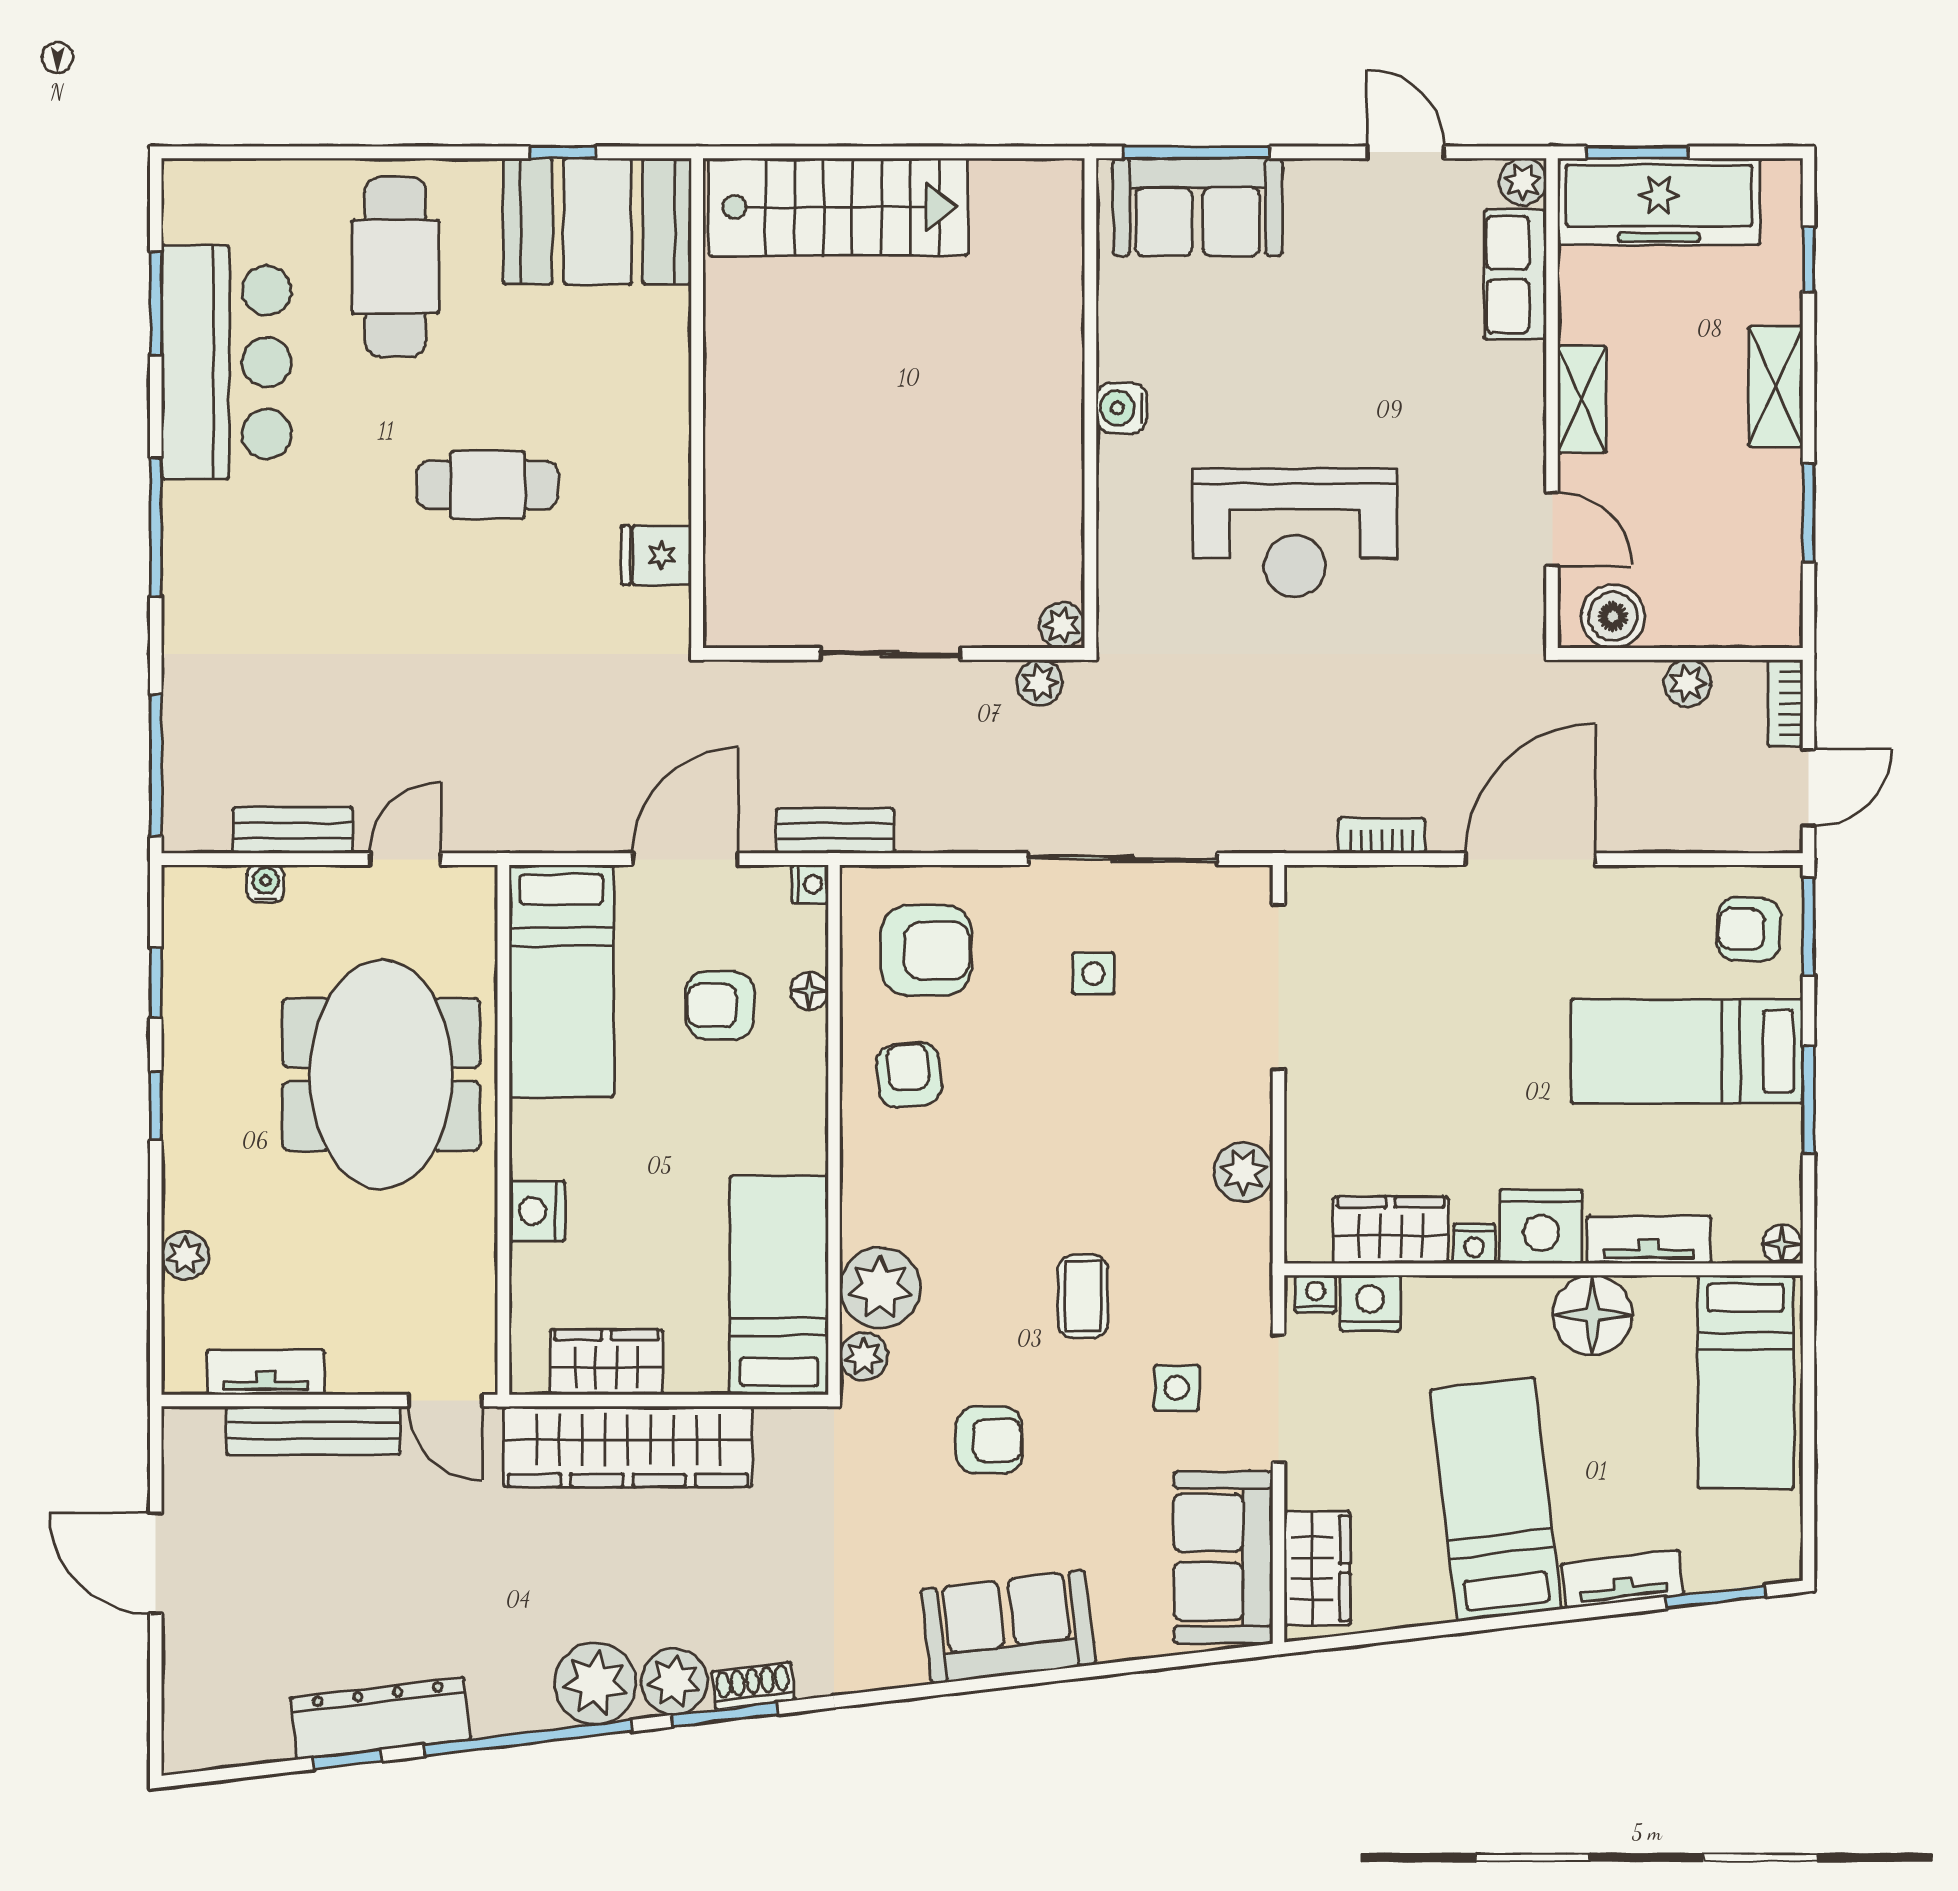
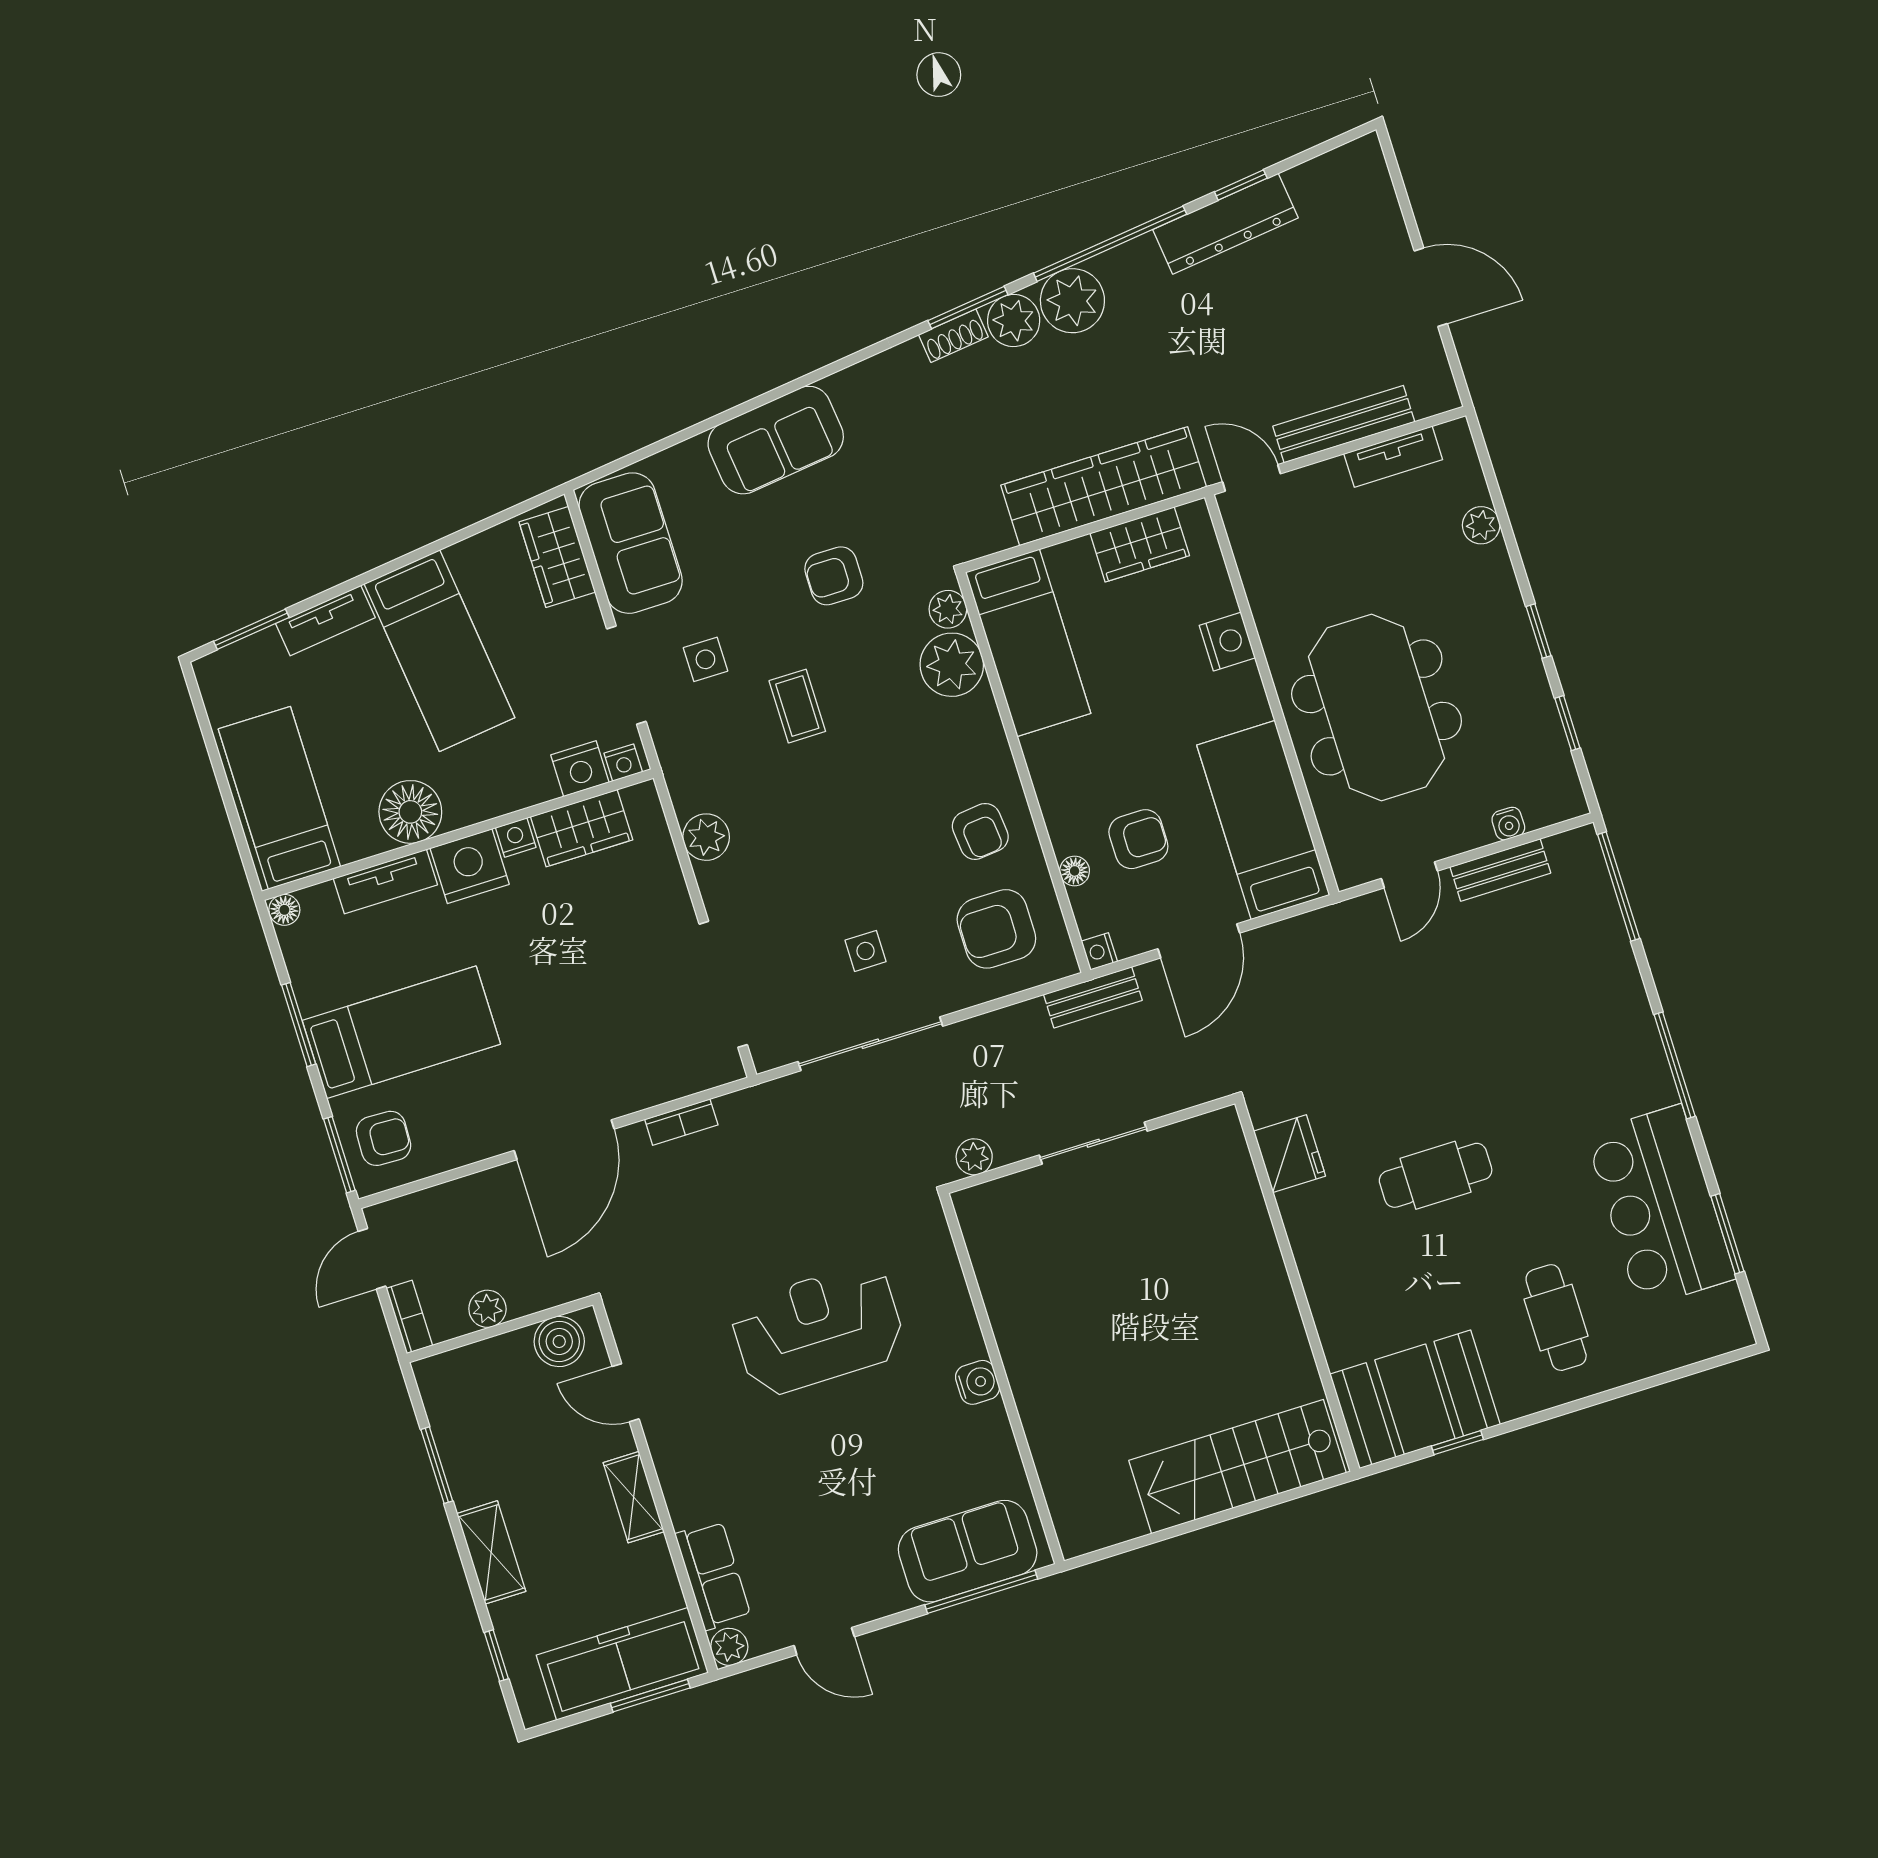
cafe table: (395, 267) -> (1556, 1318), width x0.73, depth x0.74
fridge: (656, 555) -> (1290, 1154), width x1.38
plant: (1062, 625) -> (971, 1205), removed

